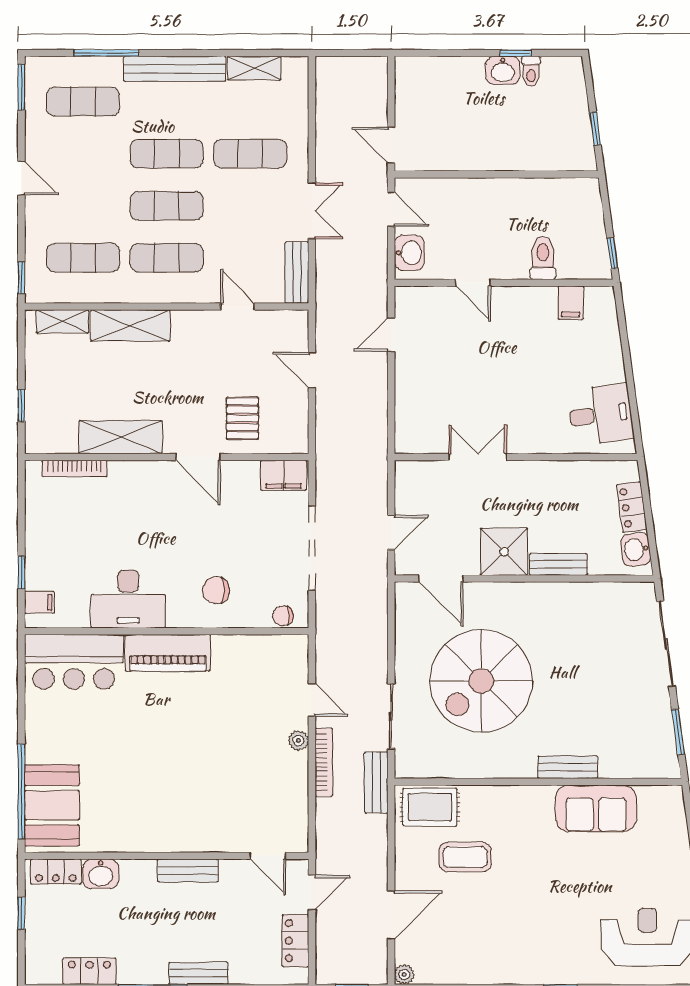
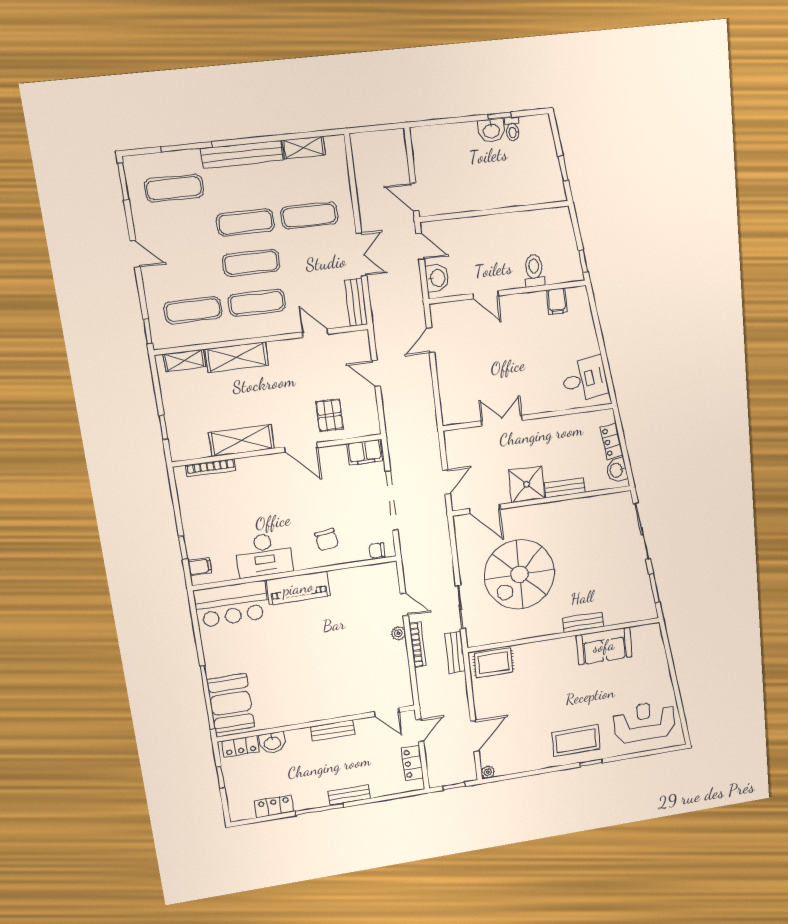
chair: (216, 590) -> (327, 540), turned -98
coffee table: (465, 857) -> (576, 741), moved, width x1.36, depth x1.32

